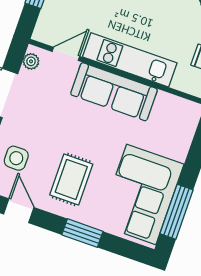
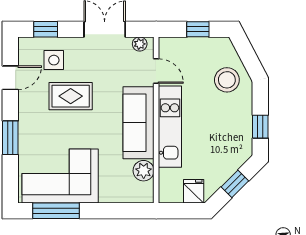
plant: (167, 104) -> (144, 171), added
rug: (71, 179) -> (71, 96), moved

